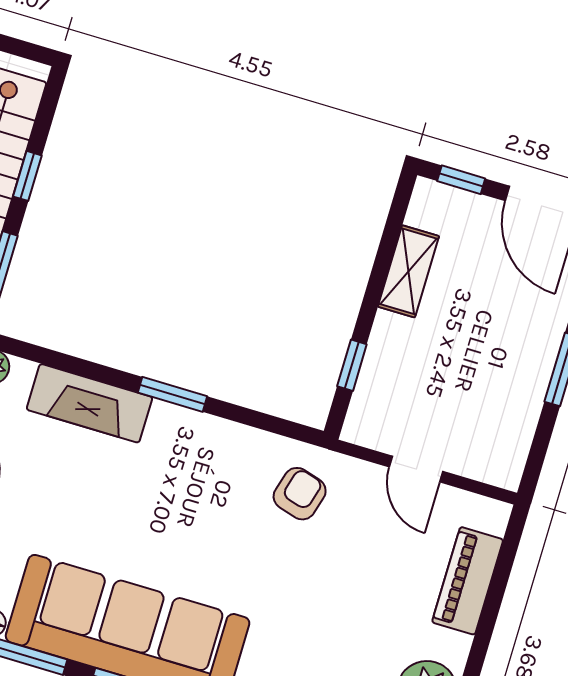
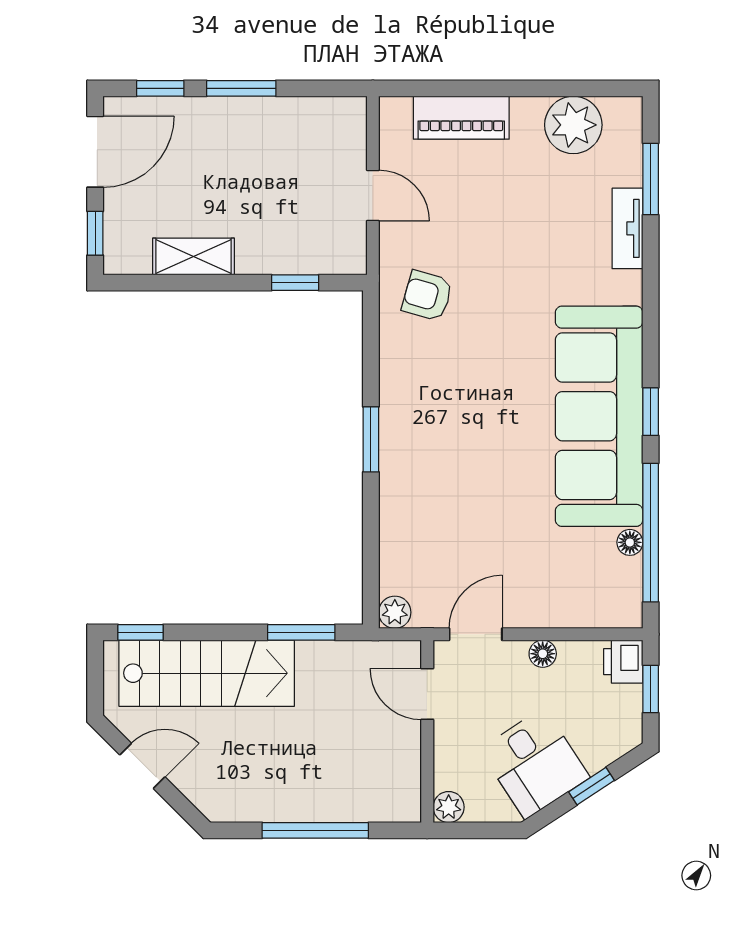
window: (27, 176) -> (141, 632), moved
fireplace: (89, 403) -> (402, 513), removed
door: (416, 469) -> (373, 196), hinge flipped

